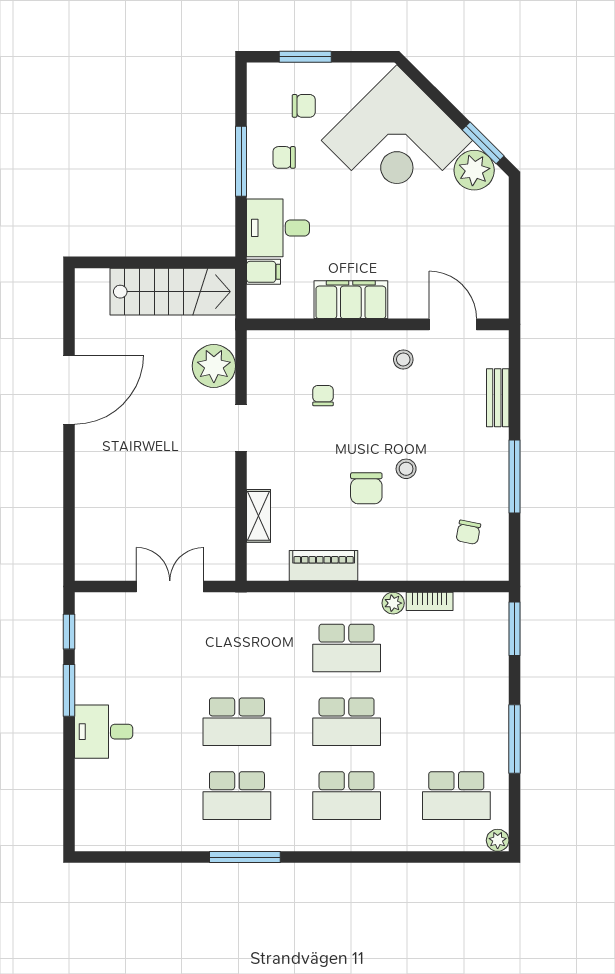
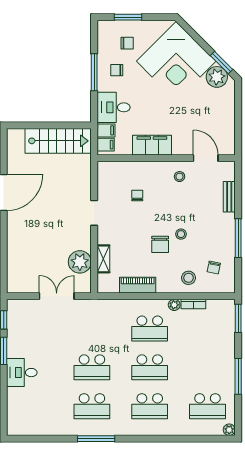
filing cabinet: (263, 299) -> (106, 145), added
plant: (214, 366) -> (80, 262), moved
stool: (420, 552) -> (189, 278), added

